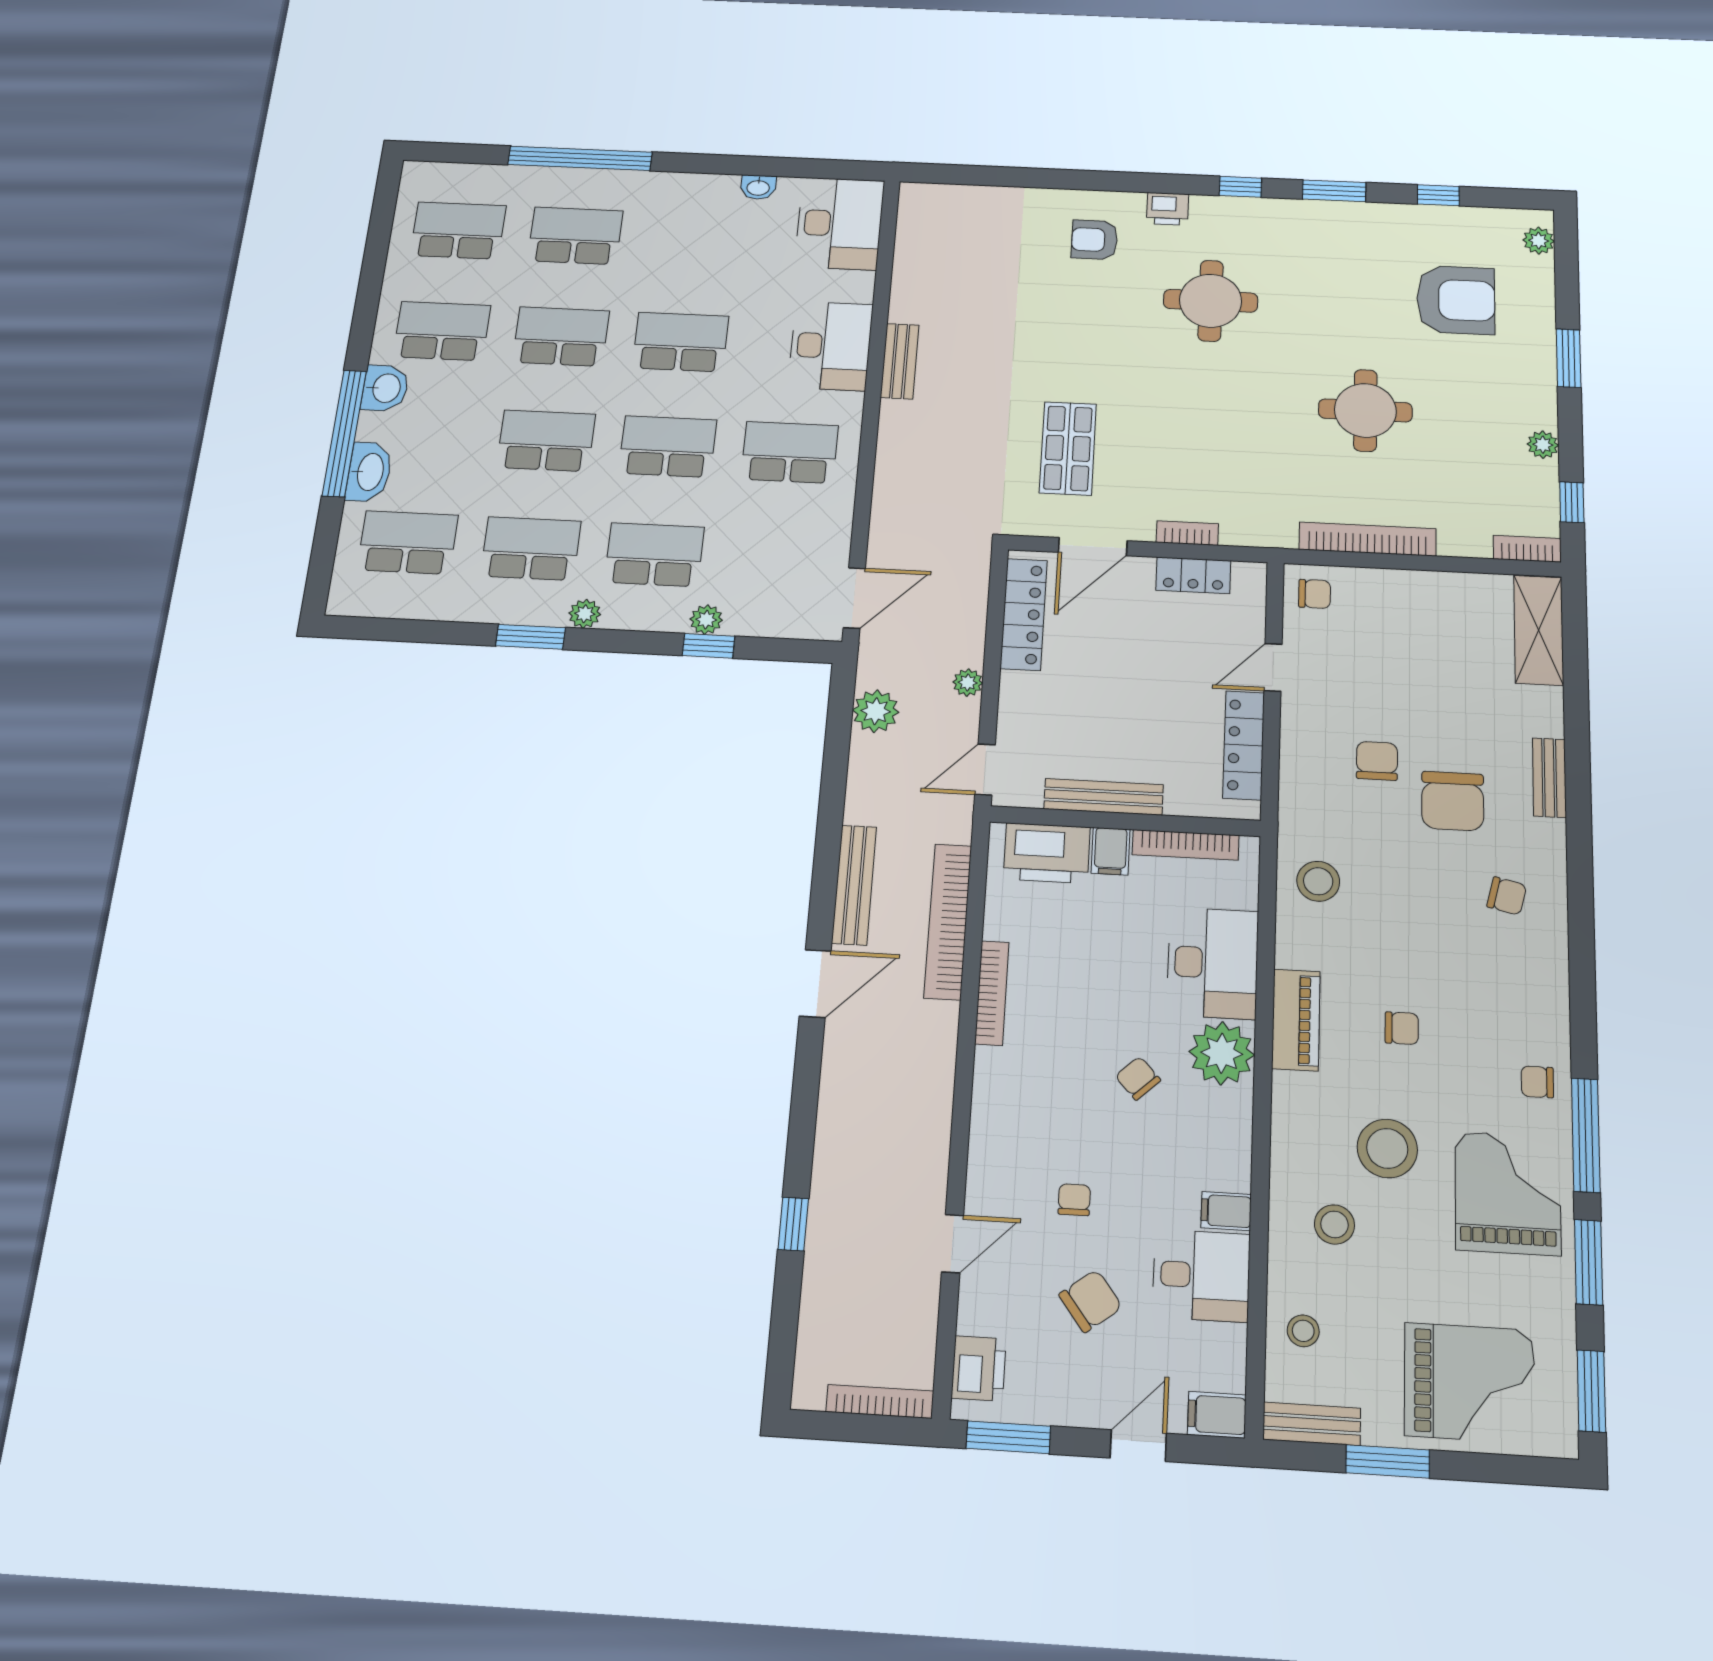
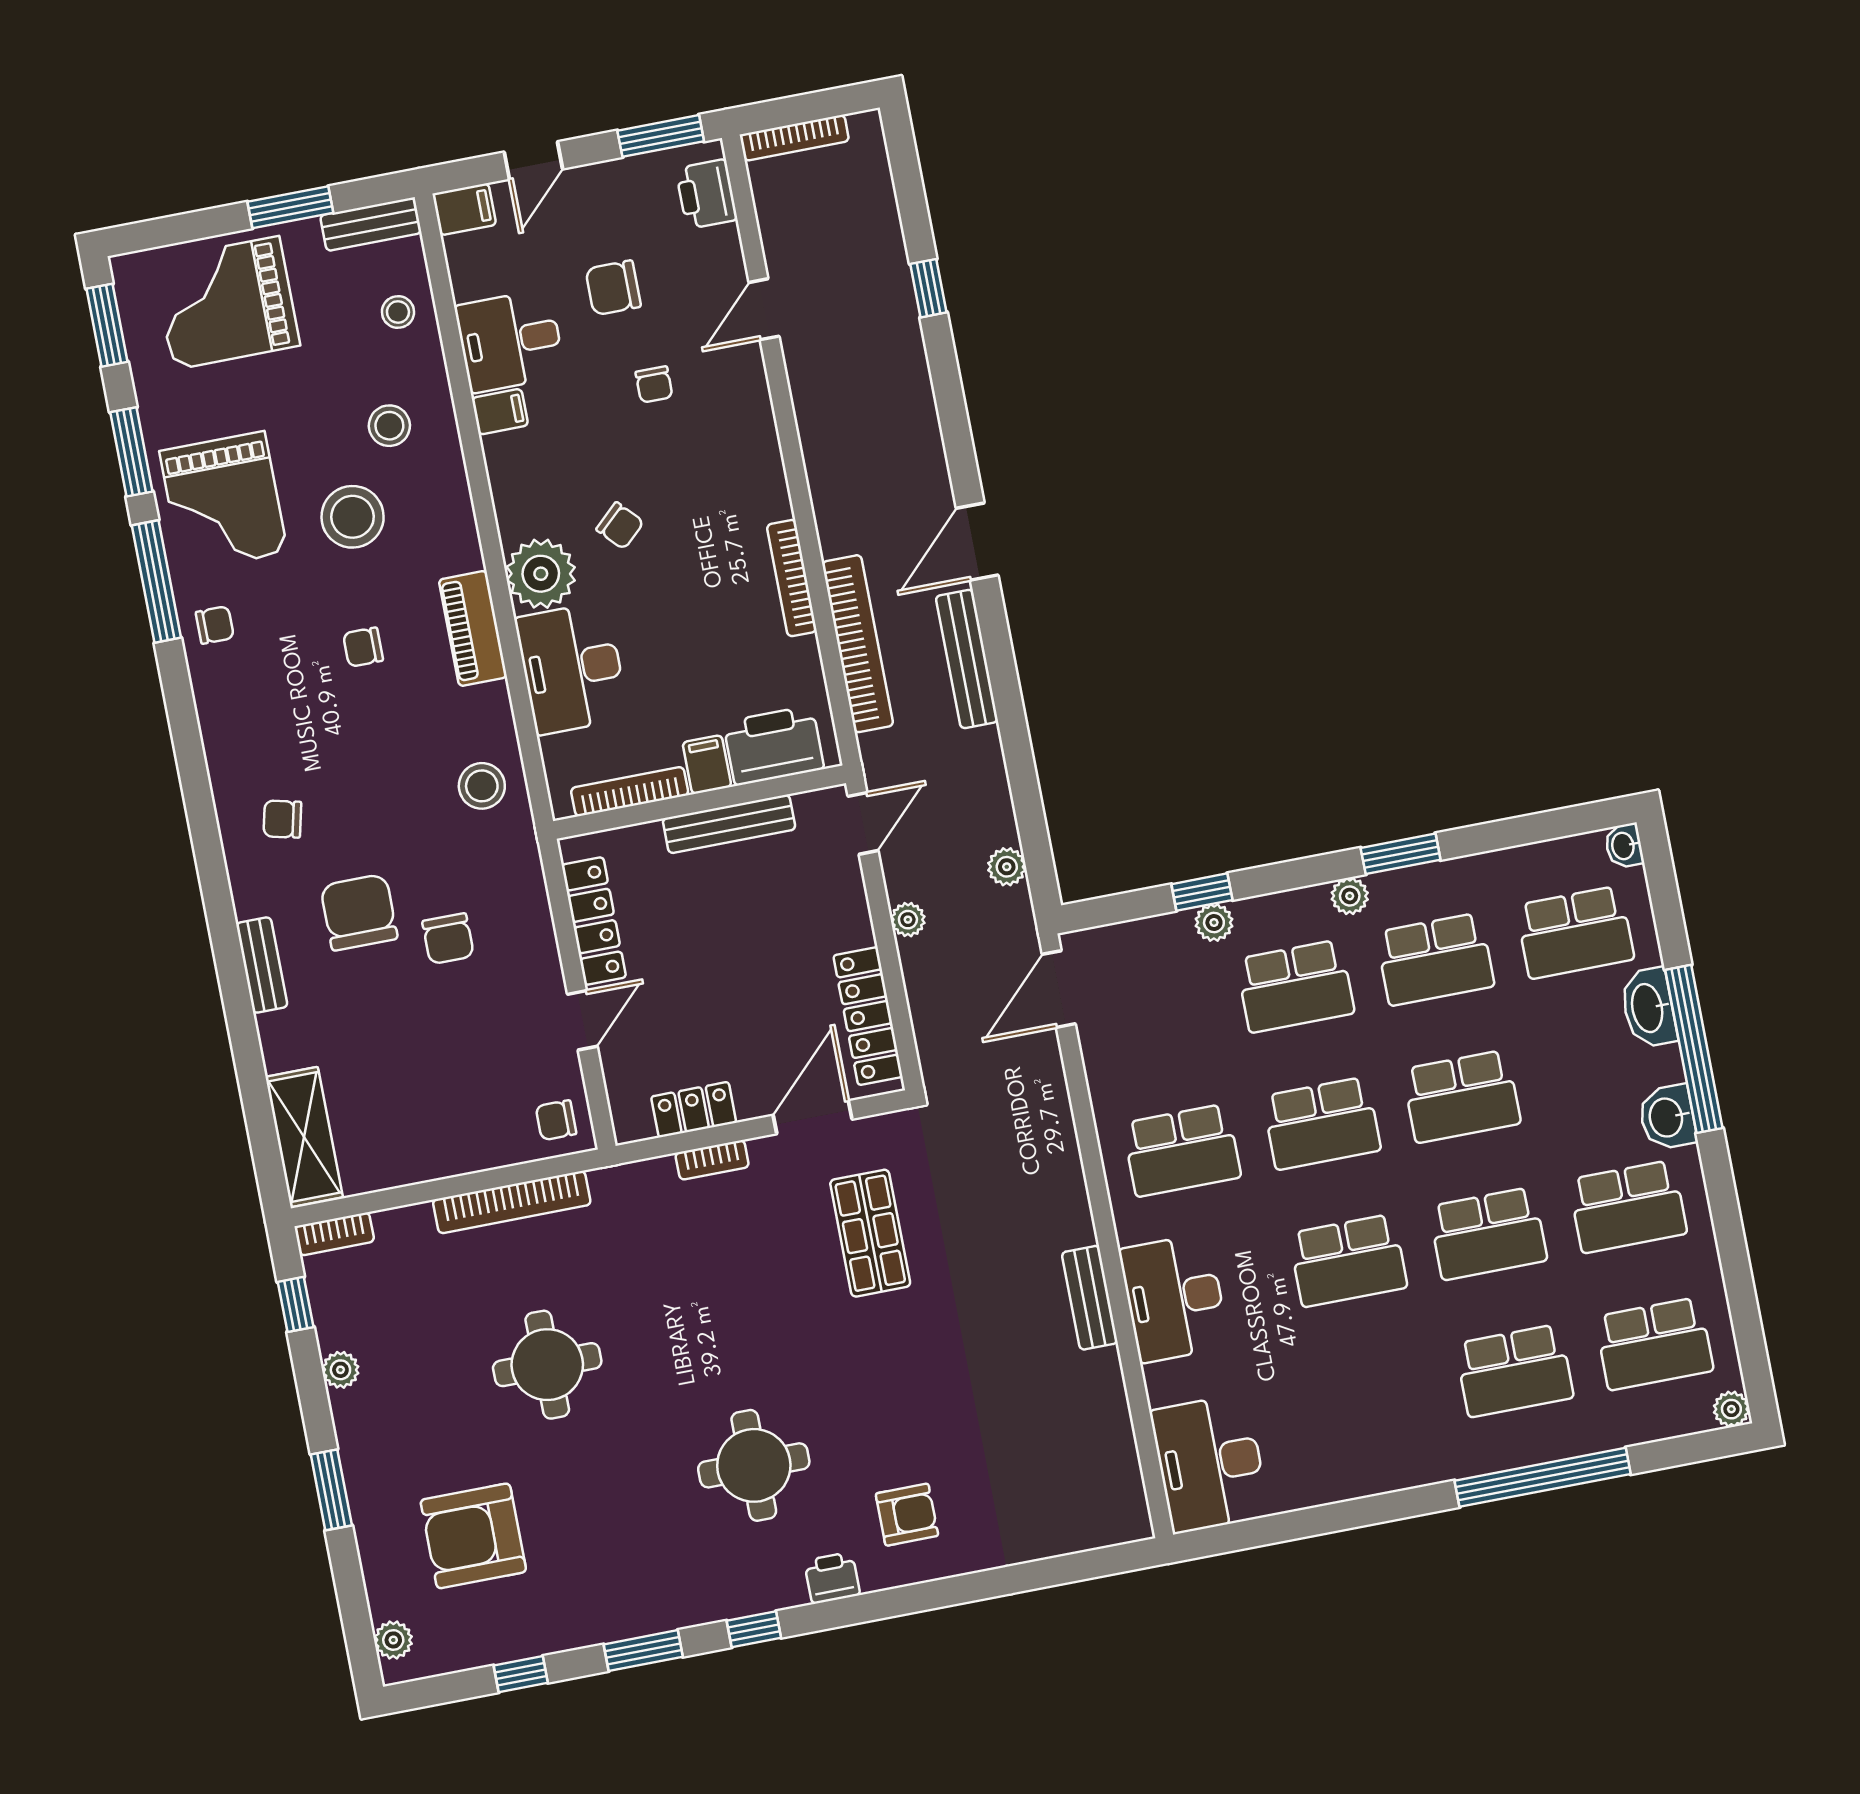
plant: (416, 173) -> (1731, 1409), added
washbasin: (758, 187) -> (1624, 846), moved, turned -90
plant: (876, 711) -> (1007, 867), width x0.73, depth x0.73
chair: (1091, 1301) -> (613, 288), turned 37

